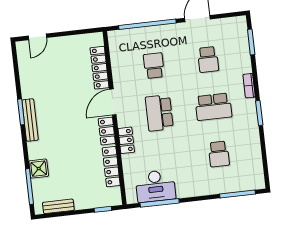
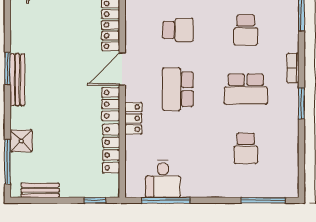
school desk: (154, 66) -> (178, 30), turned 90
desk: (155, 186) -> (163, 179), width x0.73

